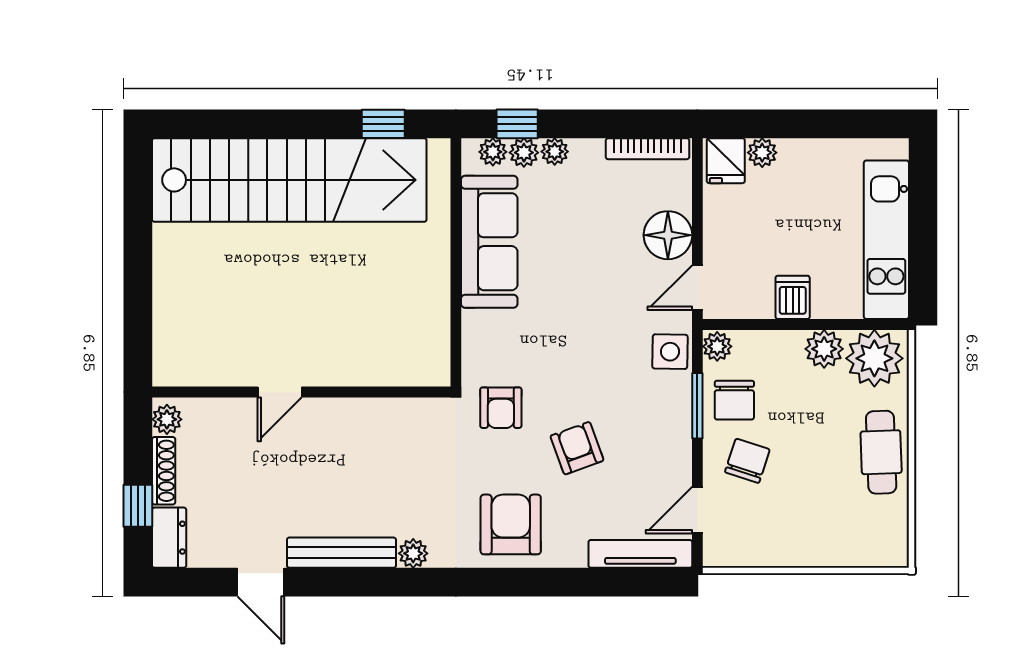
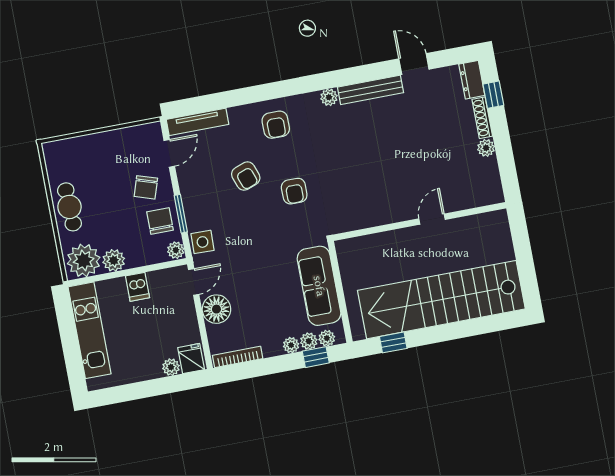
door: (280, 392) -> (432, 219), moved
wall: (301, 392) -> (419, 221), moved
armchair: (501, 408) -> (294, 191), turned 180
armchair: (511, 524) -> (276, 125), width x0.72, depth x0.72

